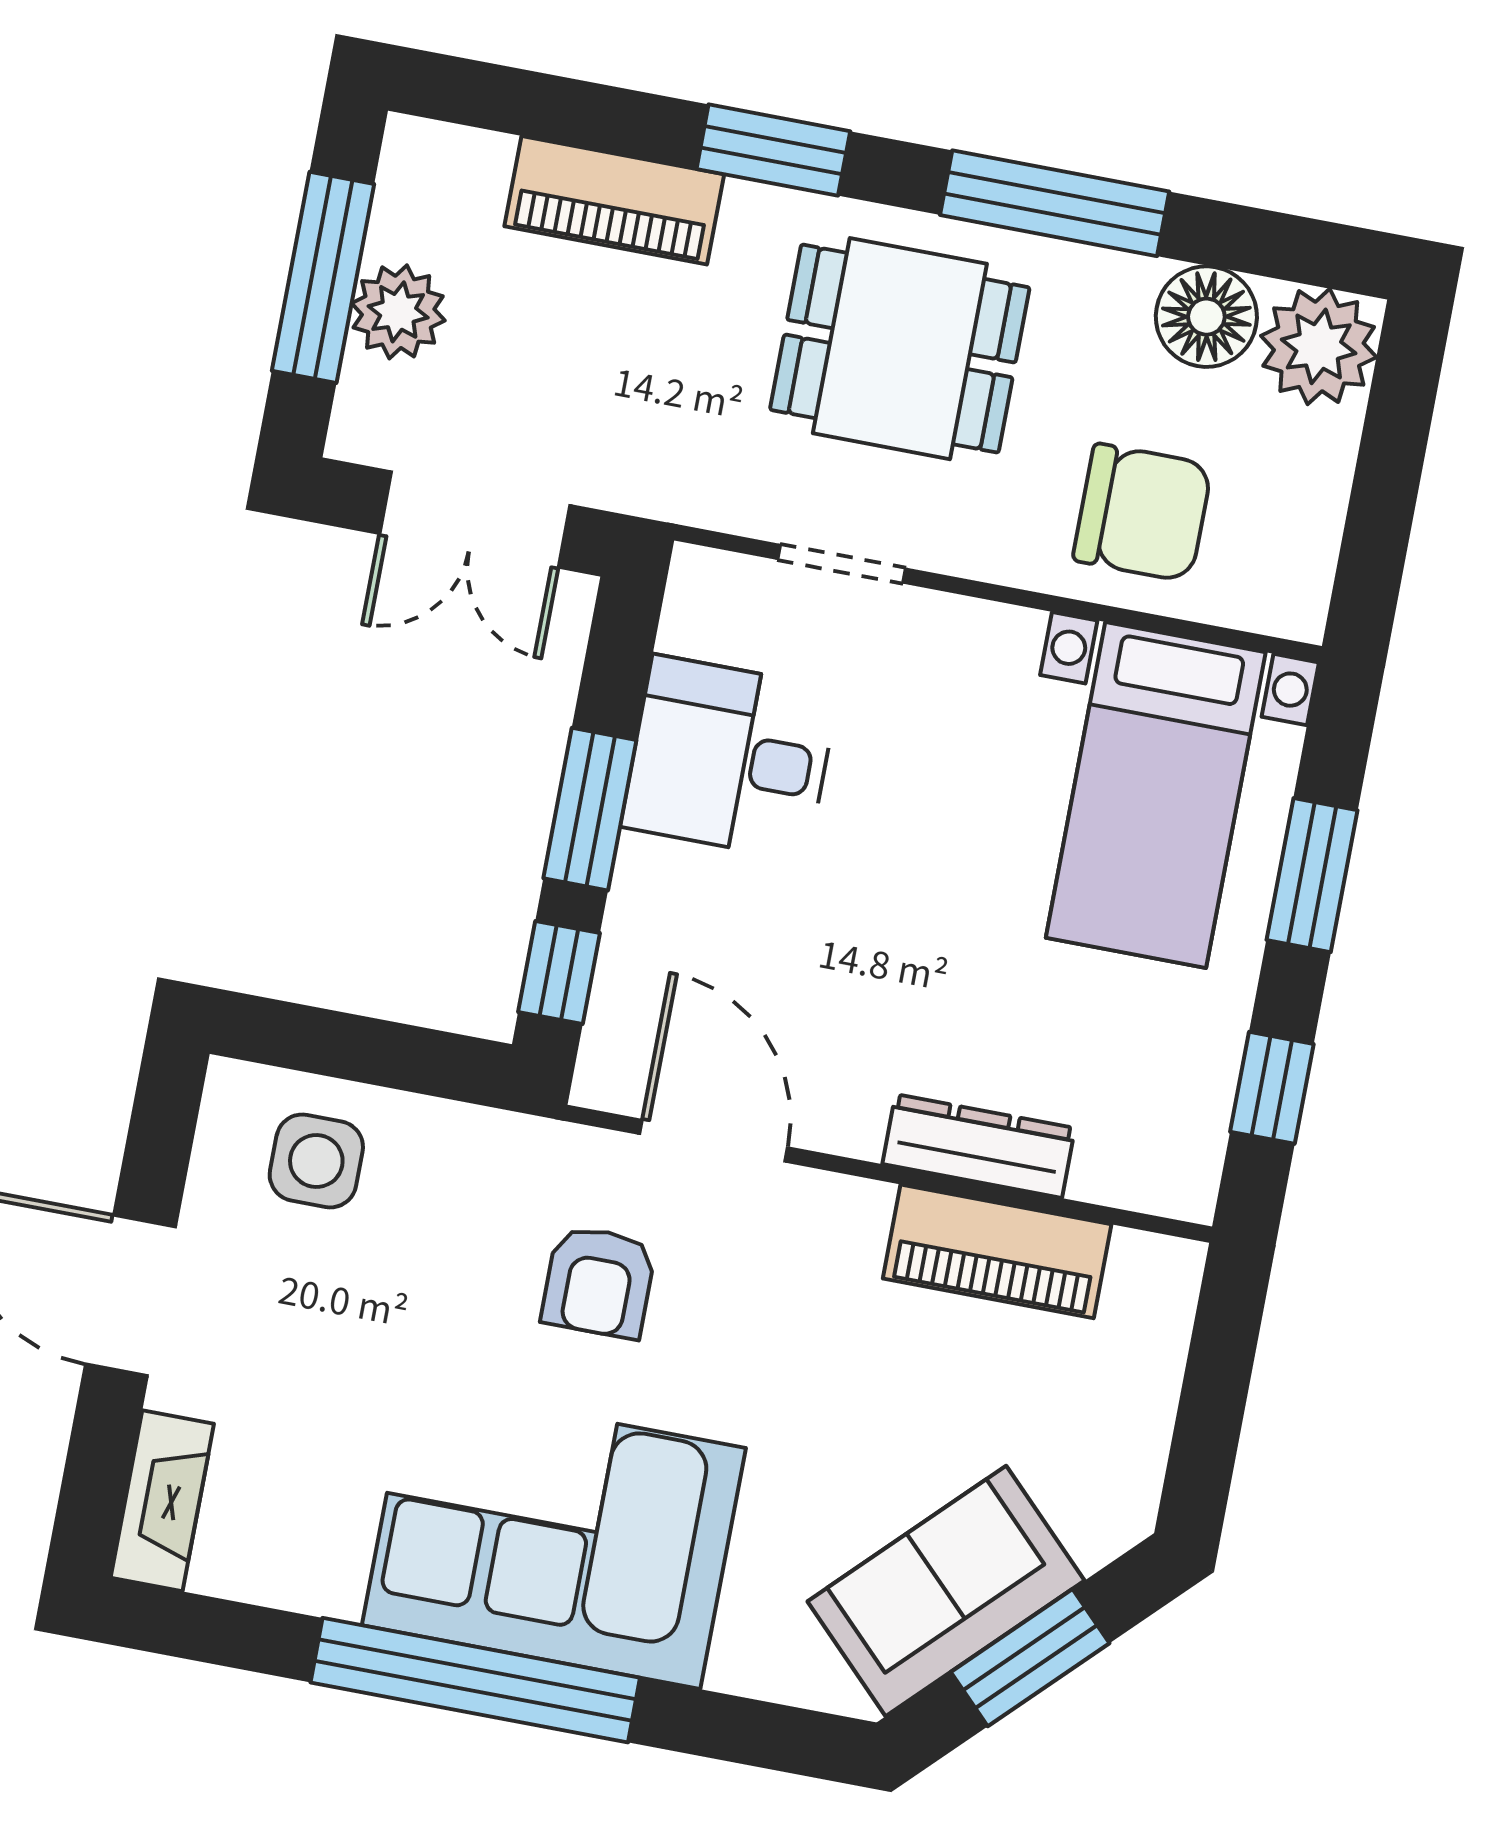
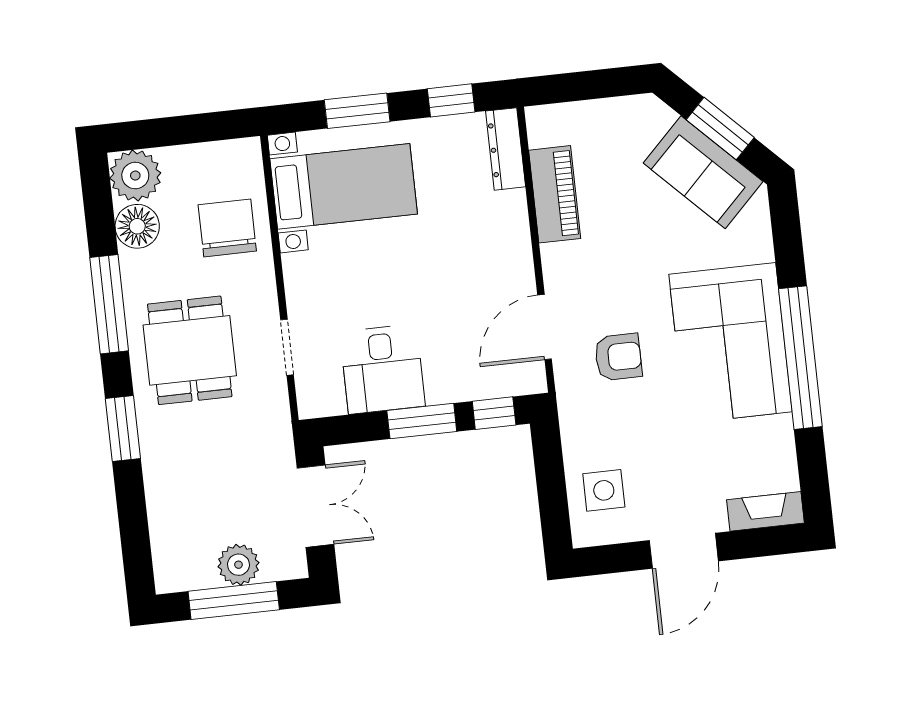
piano: (614, 200) -> (164, 489), removed
dresser: (979, 1146) -> (506, 149), moved

